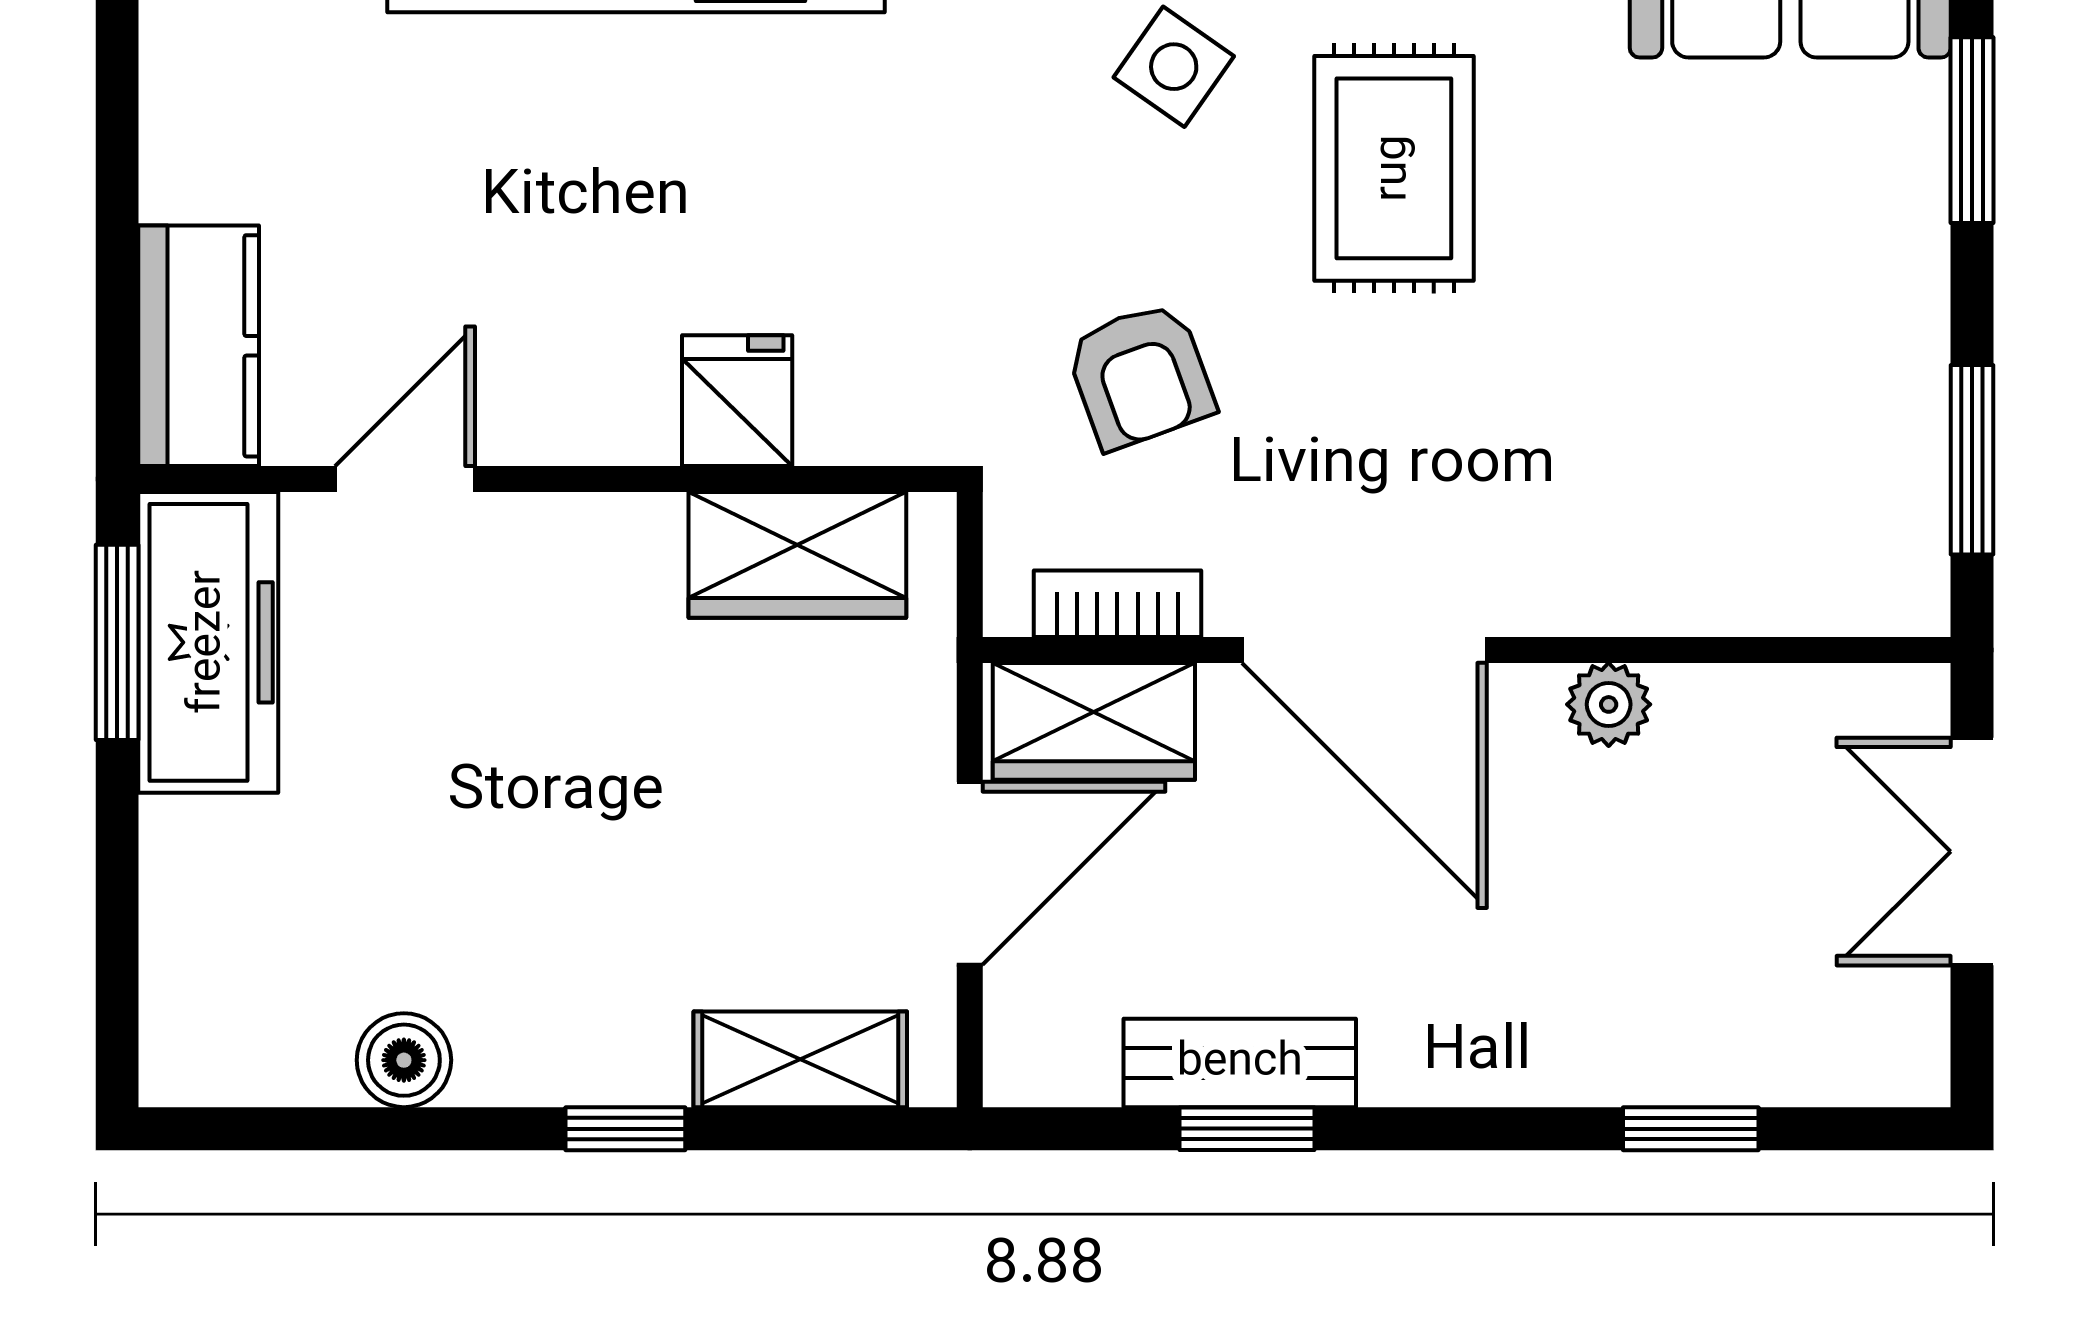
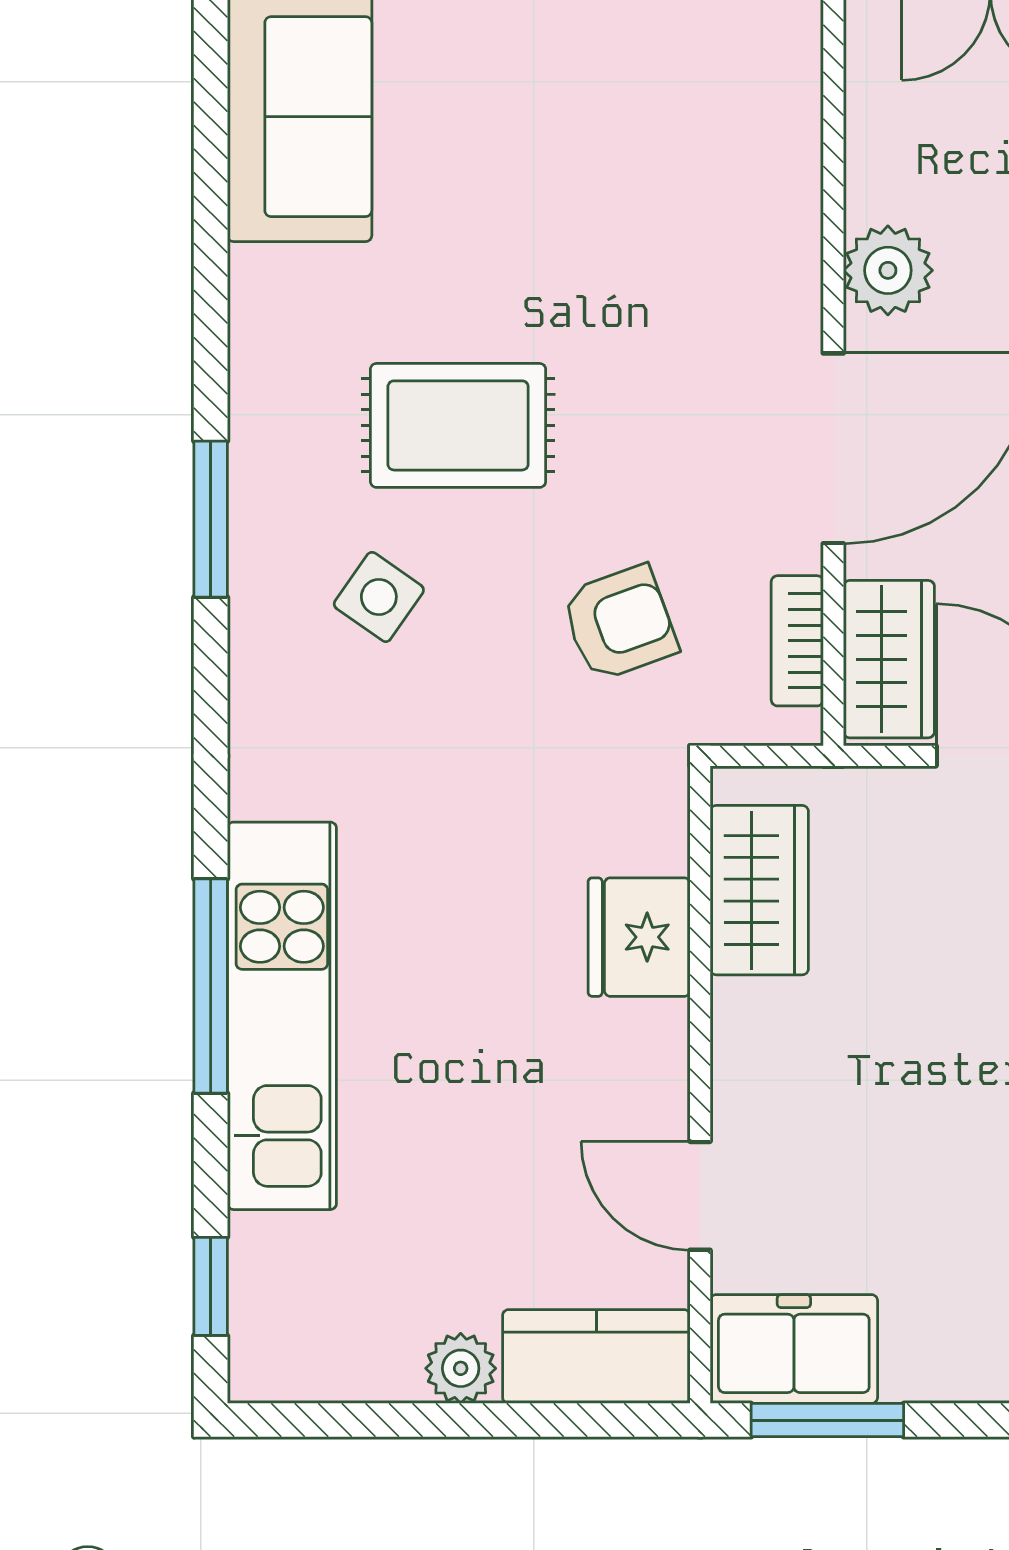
plant: (184, 172) -> (461, 1368), added
fridge: (737, 401) -> (639, 937), width x1.38
freezer: (208, 642) -> (794, 1349), width x0.71
plant: (1609, 704) -> (888, 270), width x1.38, depth x1.38

